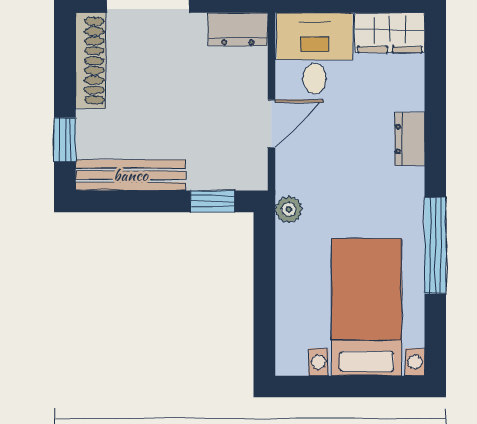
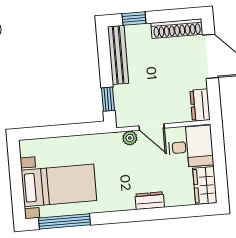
plant: (289, 209) -> (130, 138), moved
window: (435, 245) -> (64, 221), moved

